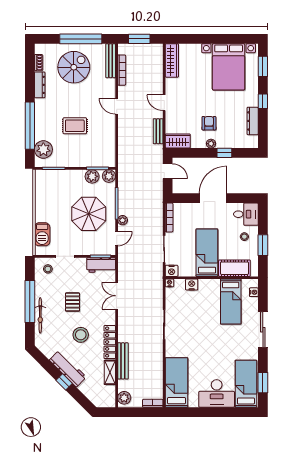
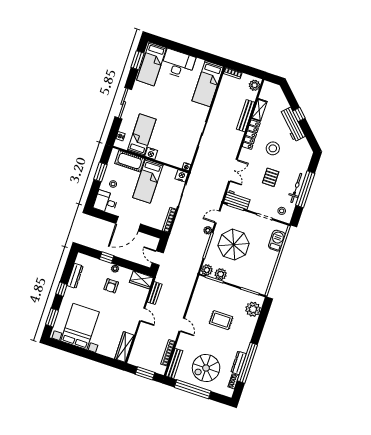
window: (30, 126) -> (247, 363), moved
nightstand: (192, 285) -> (151, 153), moved
bicycle: (40, 315) -> (296, 188), moved

